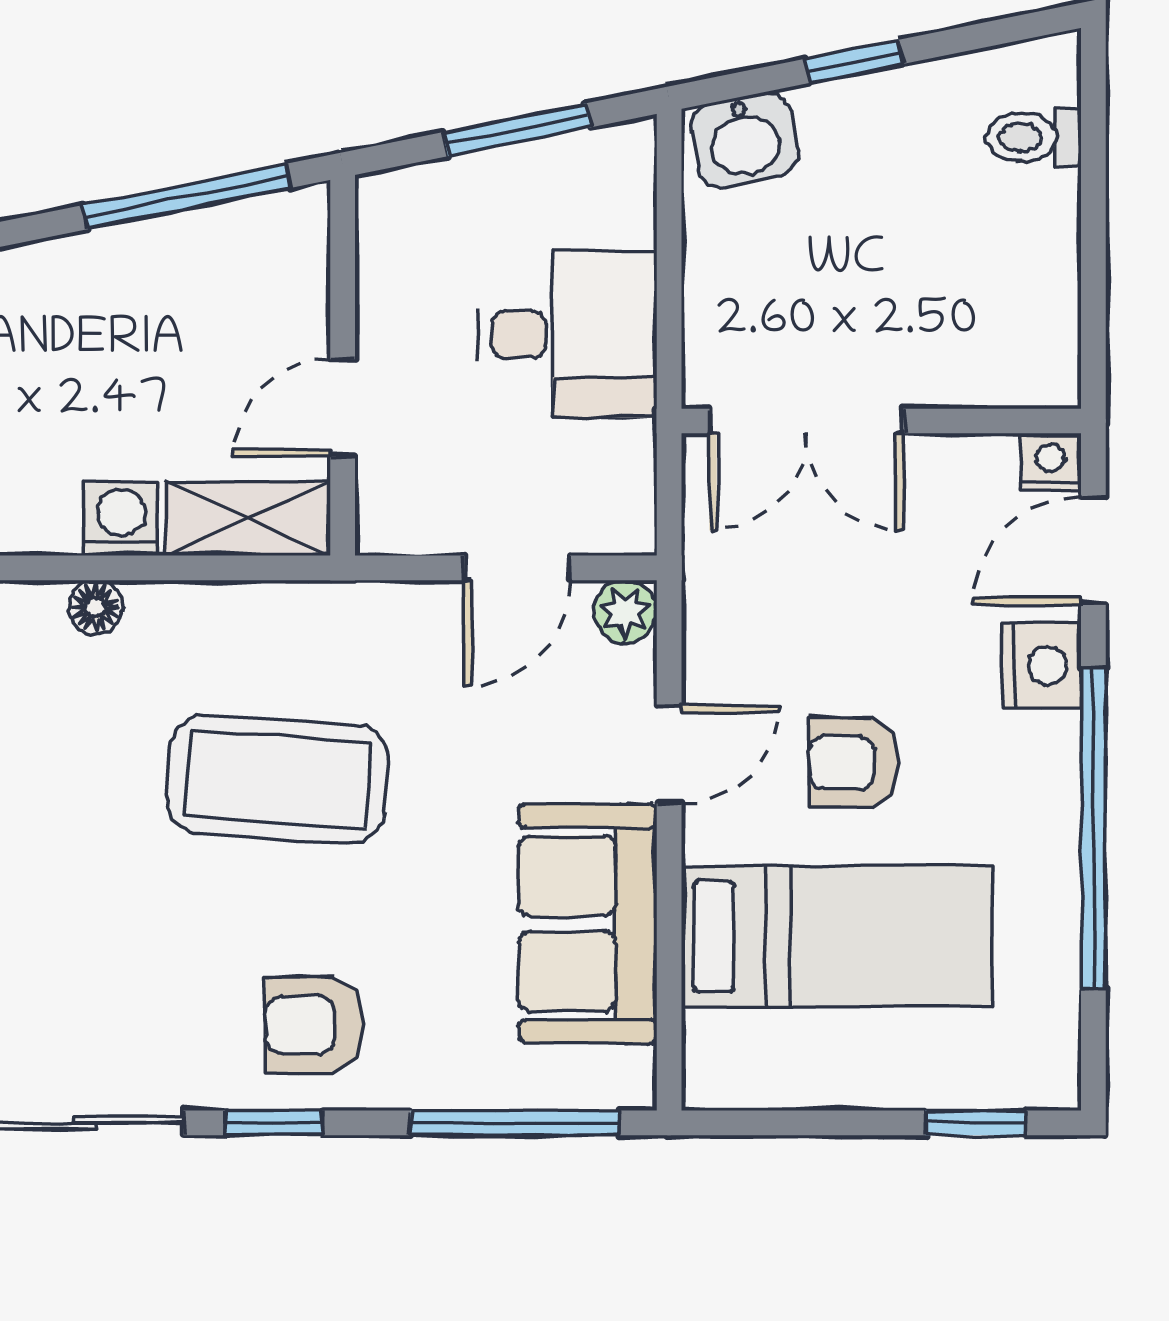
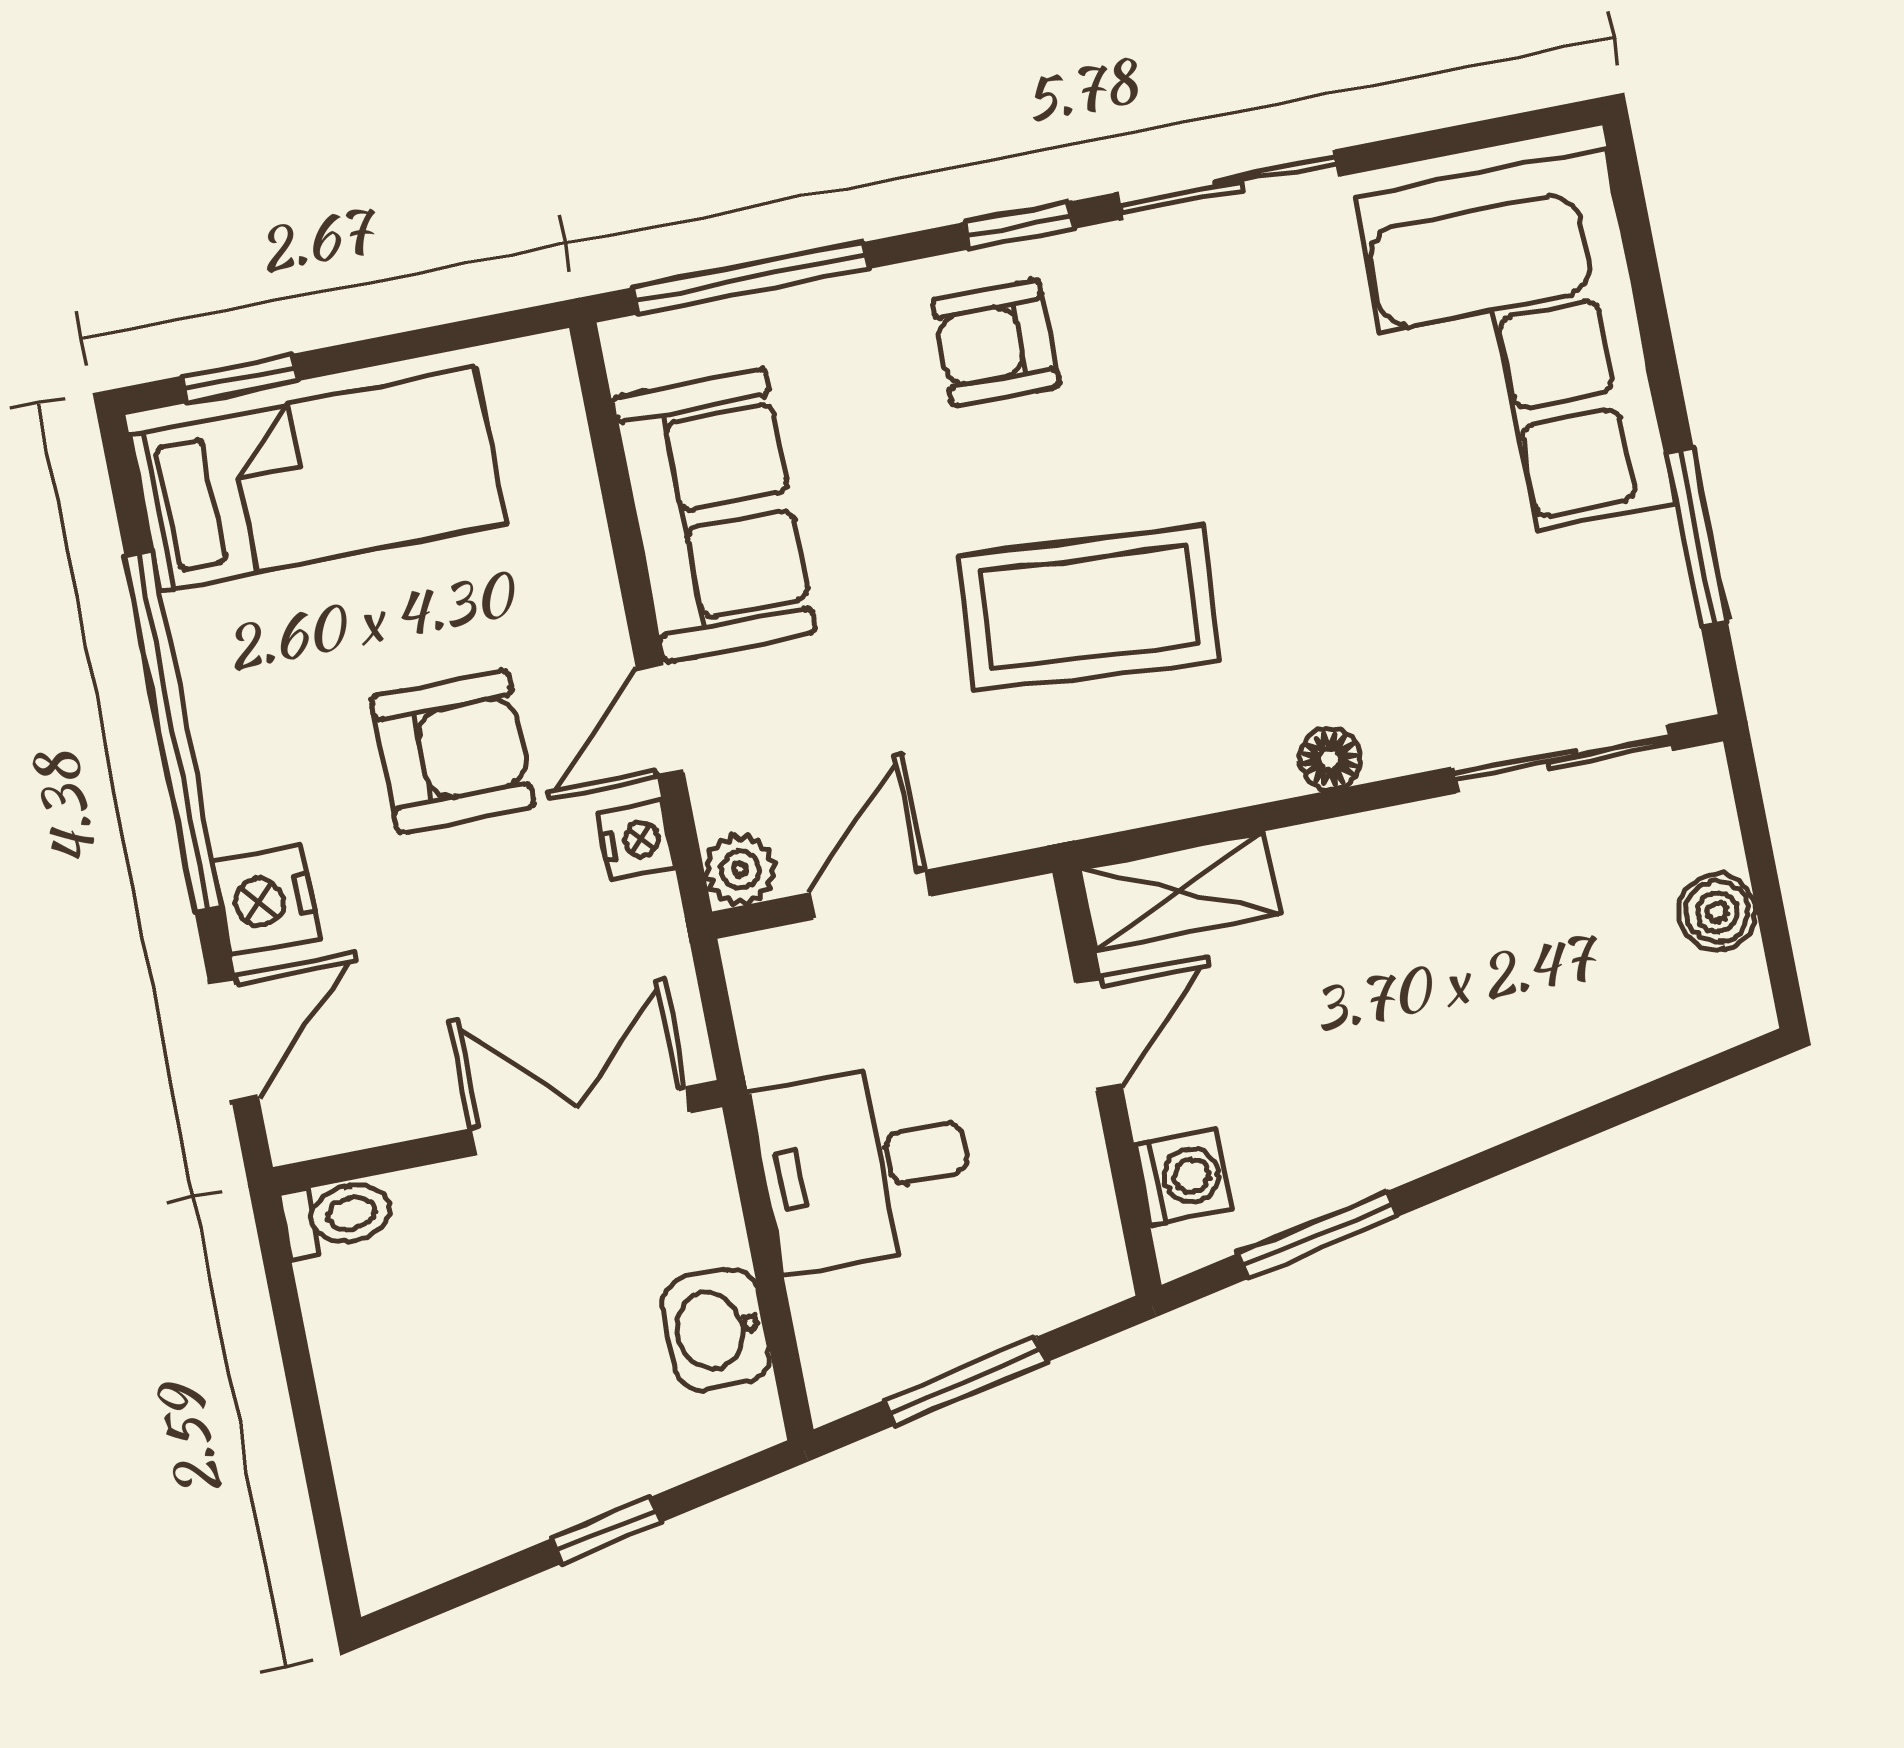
toilet: (1034, 137) -> (337, 1216), moved
washbasin: (744, 140) -> (716, 1329), moved, turned -79
window: (187, 196) -> (1317, 1235), width x0.69
nightstand: (1051, 462) -> (636, 840), moved, turned -90
washing machine: (121, 519) -> (1183, 1177), moved, turned -90
armchair: (854, 763) -> (453, 752), width x1.38, depth x1.38
bed: (837, 936) -> (318, 480), moved, turned 180
armchair: (314, 1025) -> (996, 343), turned 180

